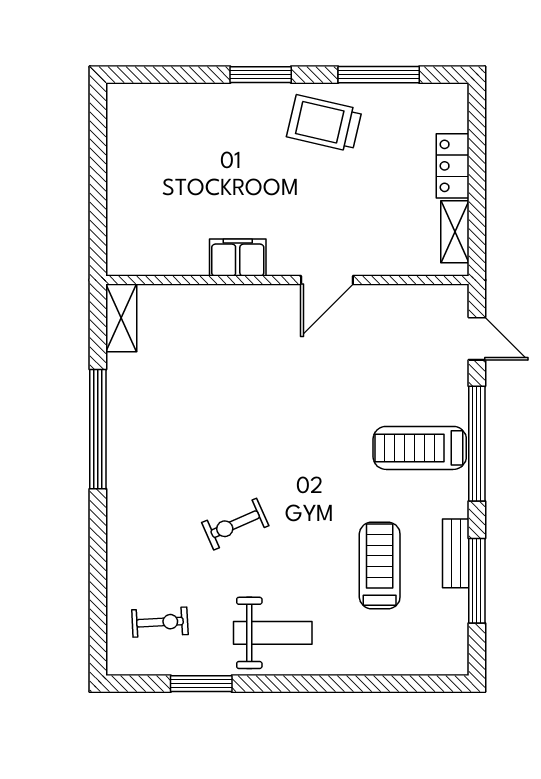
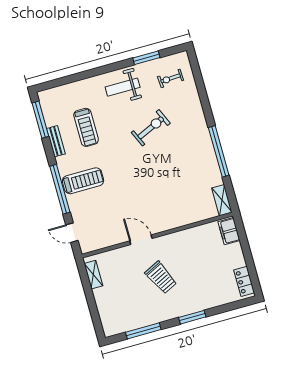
trolley: (324, 123) -> (161, 278), moved, turned 51
locker: (453, 166) -> (244, 281), moved, turned 180
filing cabinet: (238, 257) -> (229, 231), moved, turned 90
door: (327, 280) -> (141, 240), hinge flipped
exercise bike: (235, 524) -> (151, 128), width x1.38, depth x1.39
window: (477, 581) -> (40, 120), moved

